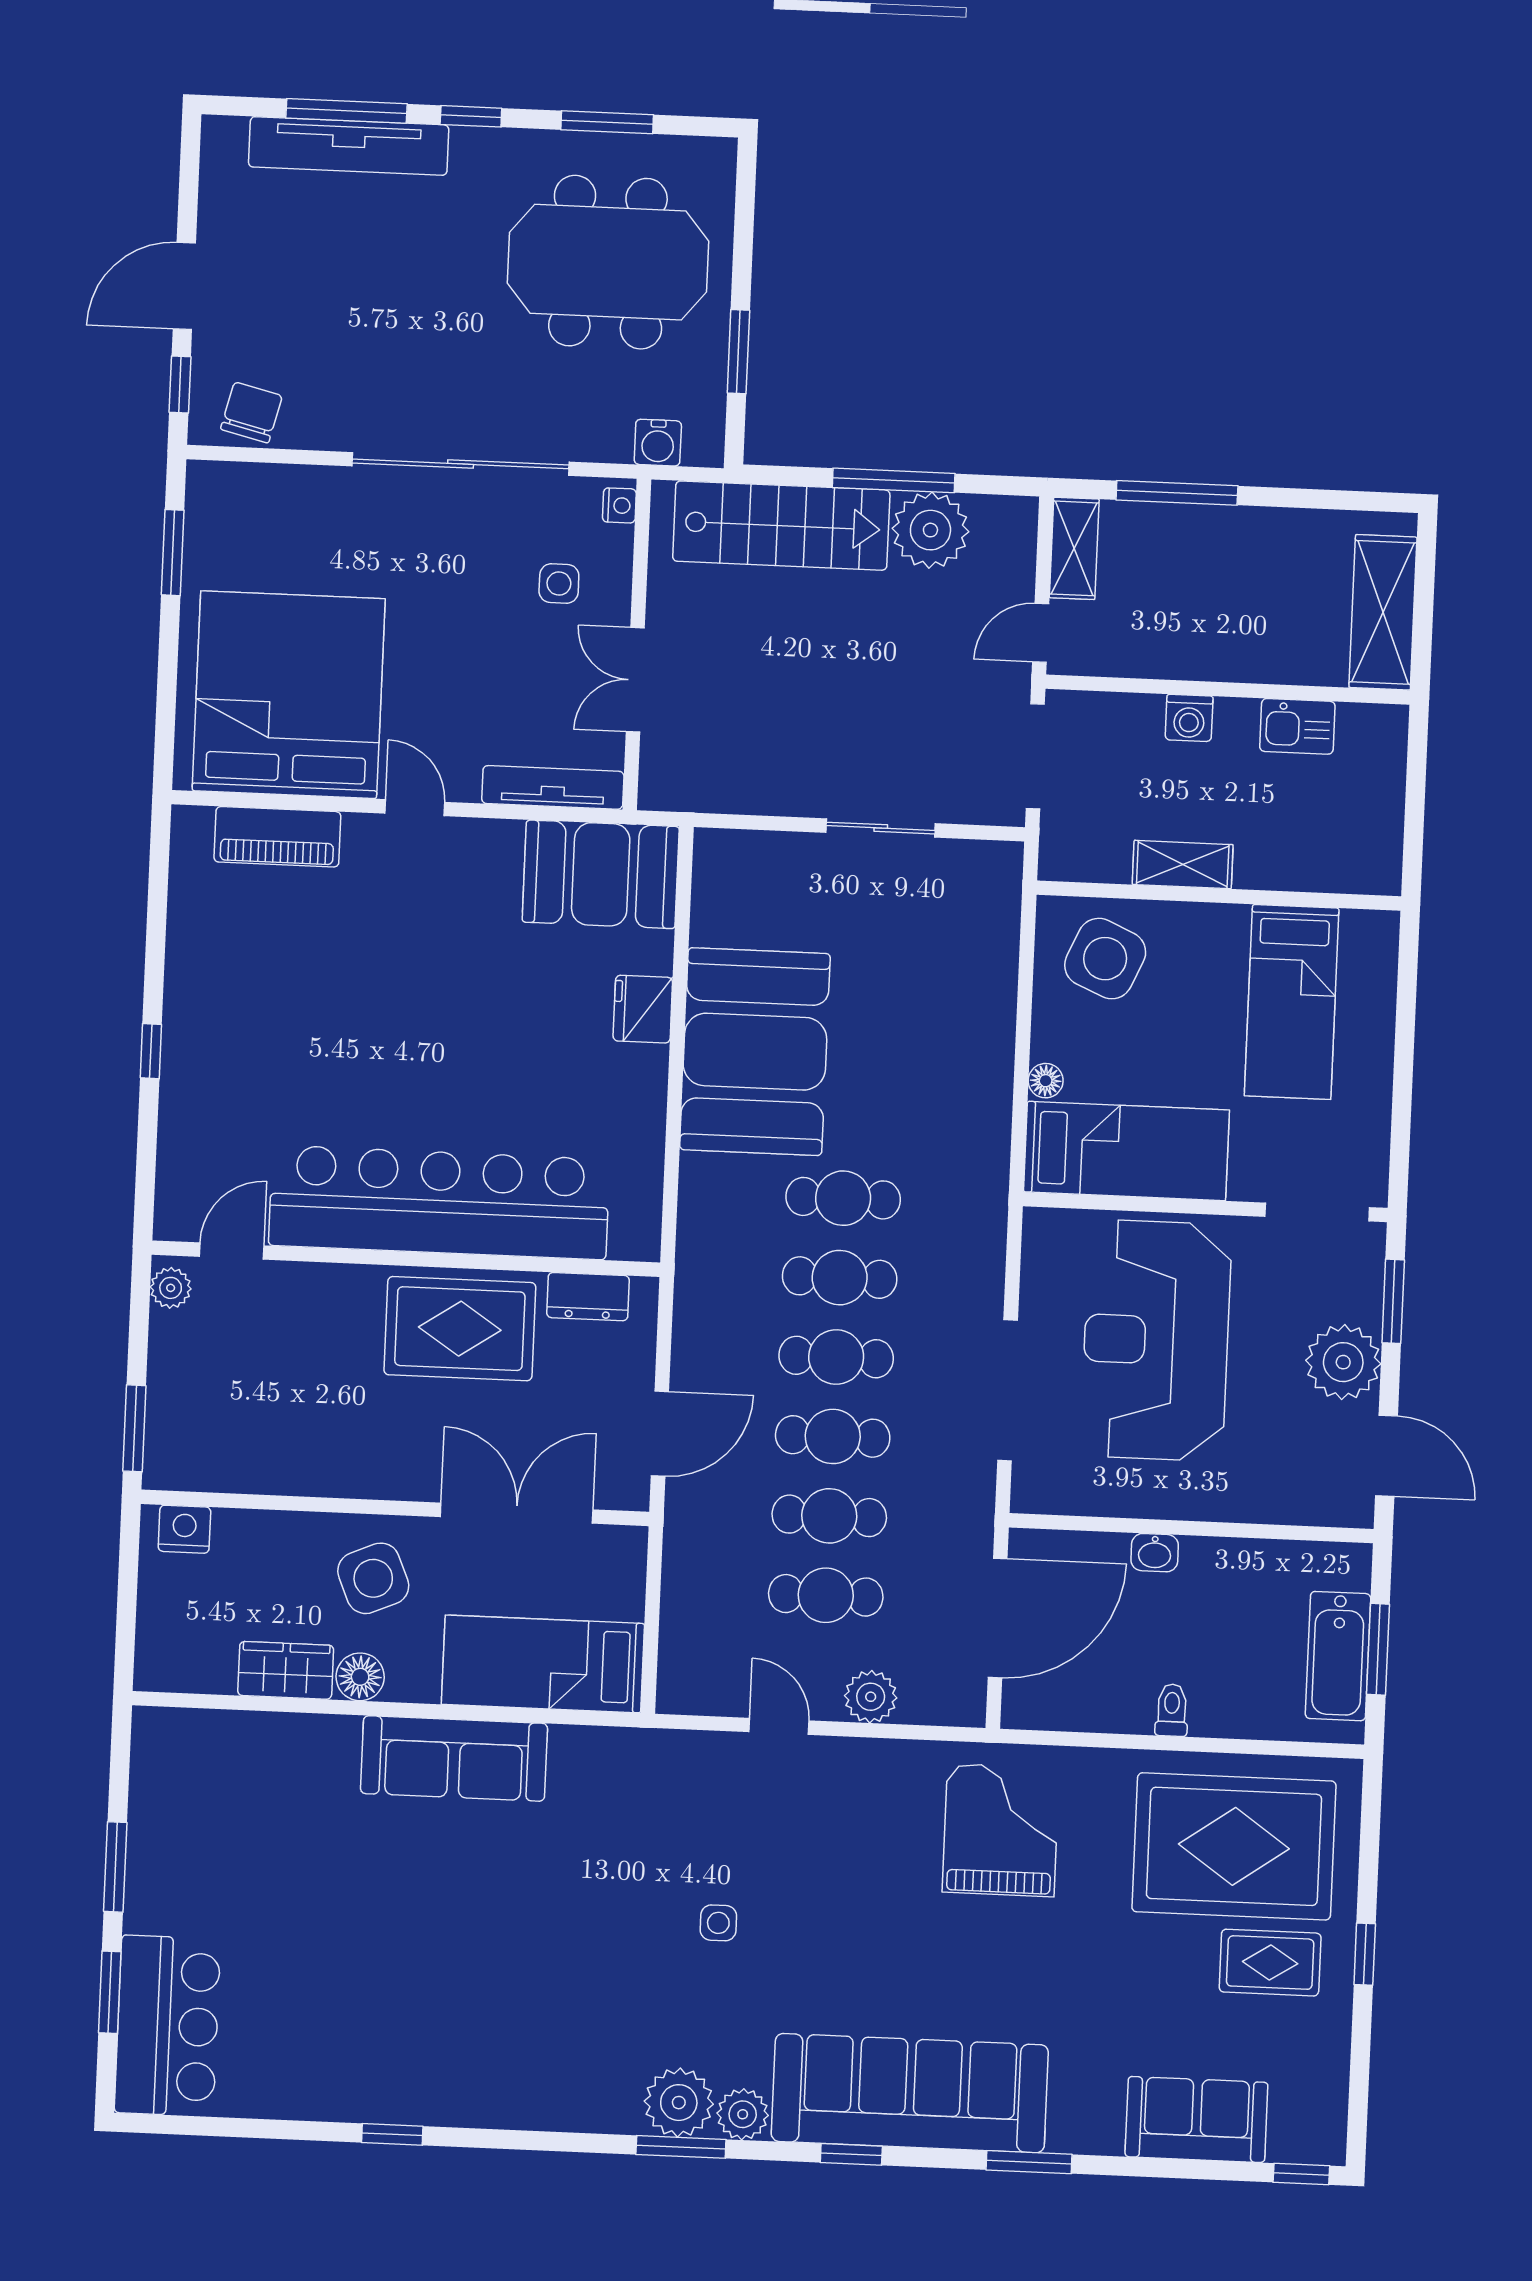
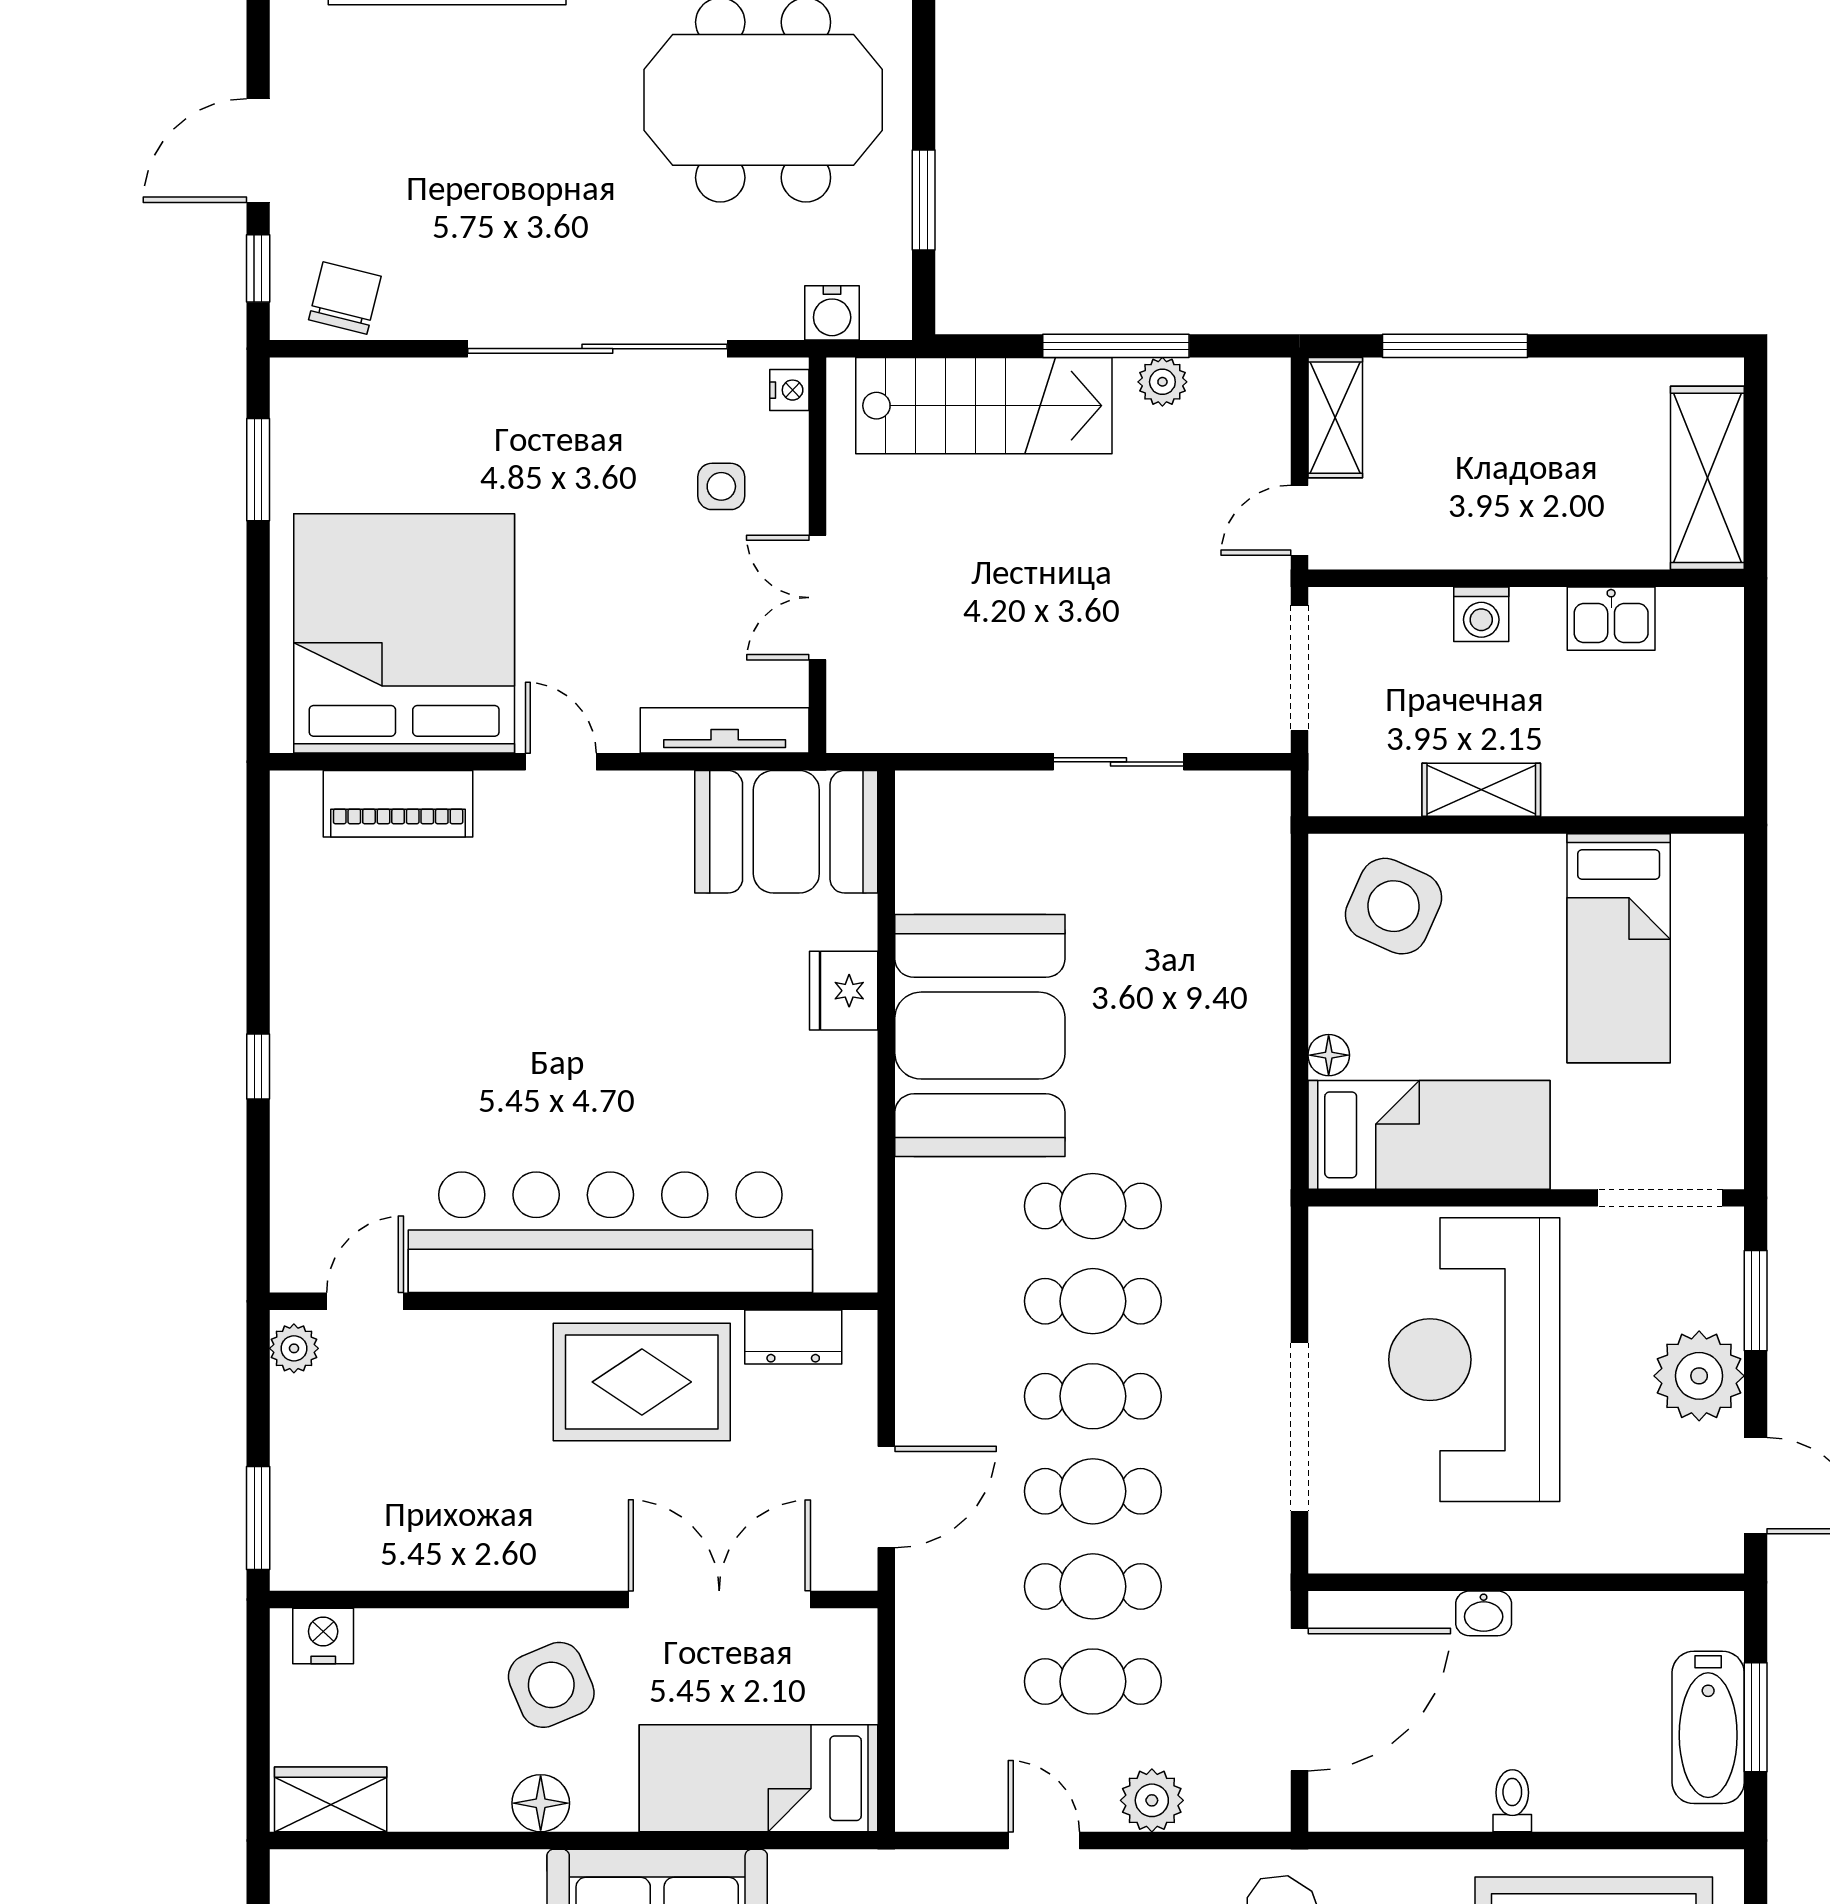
plant: (930, 530) -> (1162, 382), width x0.53, depth x0.53
wardrobe: (286, 1670) -> (331, 1799), moved

